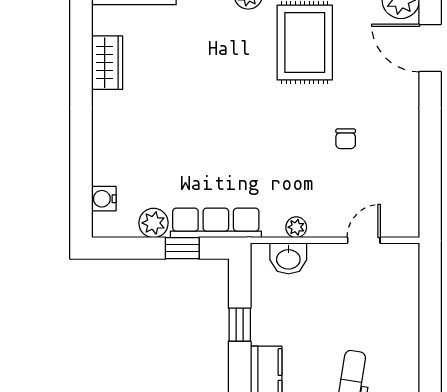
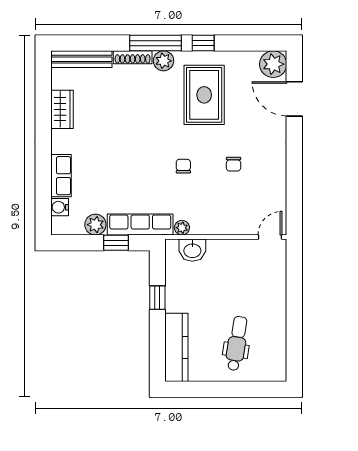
chair: (276, 142) -> (183, 166), added
row of seats: (106, 155) -> (61, 176), added
plant: (296, 227) -> (182, 228), moved
door: (364, 240) -> (270, 237), moved

